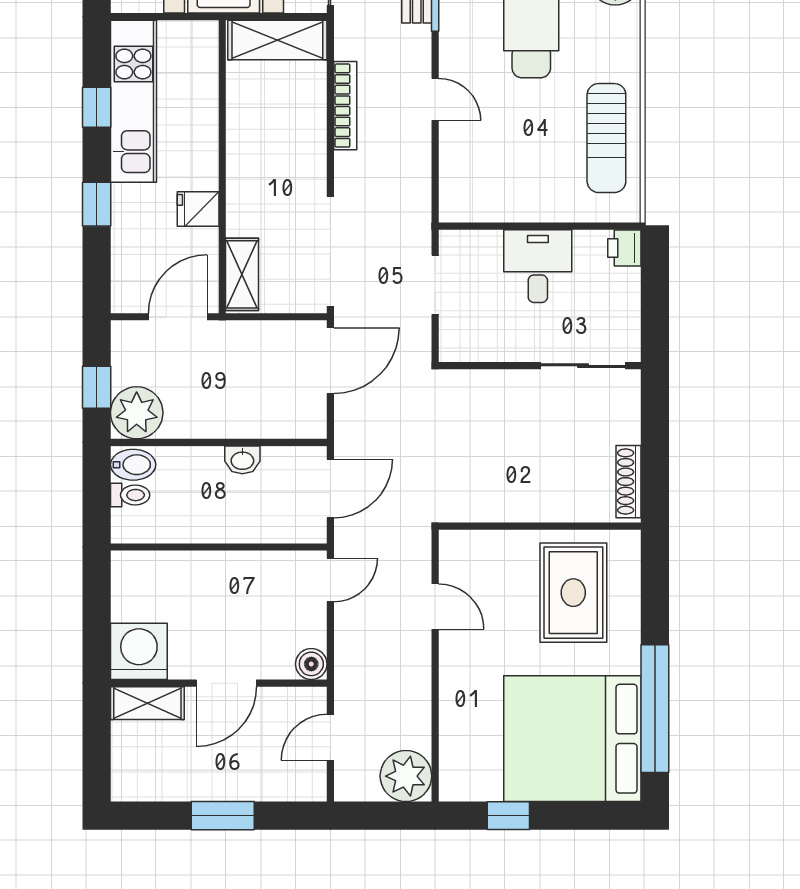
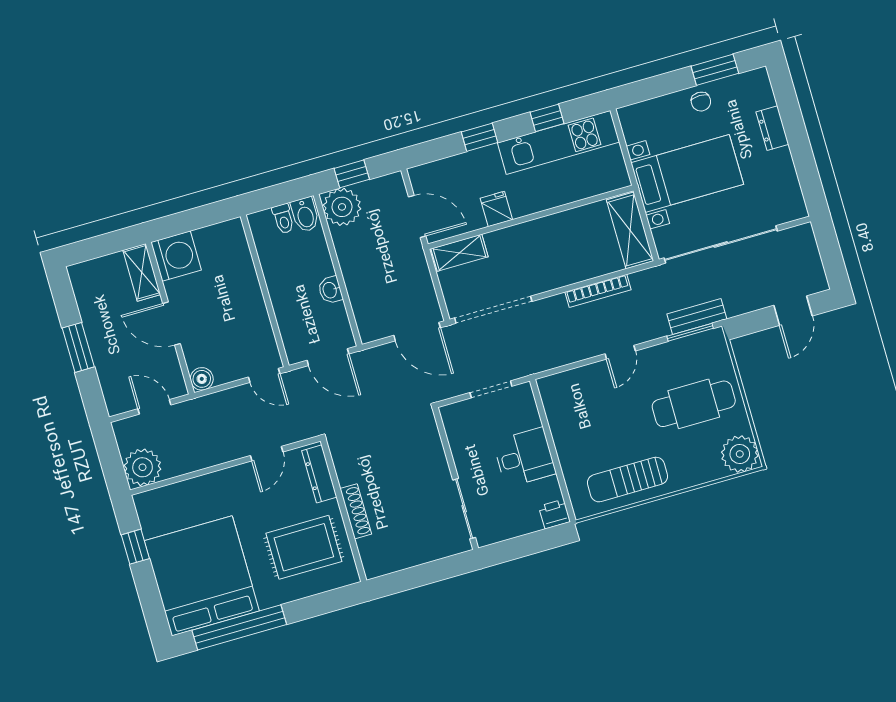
shoe rack: (629, 482) -> (356, 511), moved, turned 90
dresser: (482, 544) -> (319, 474), added

